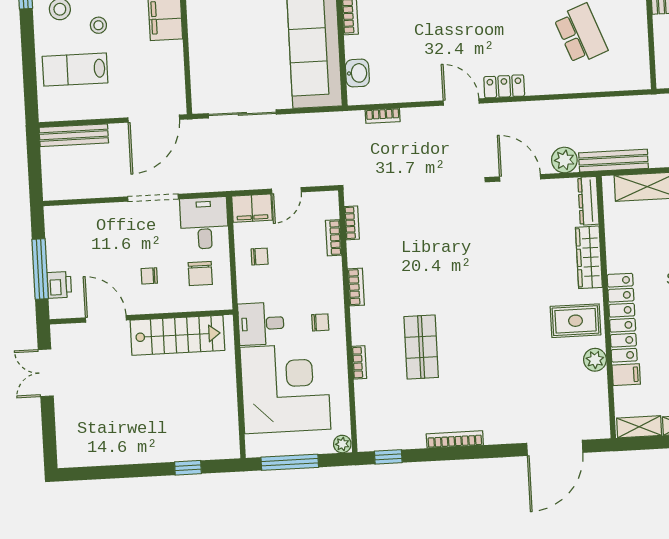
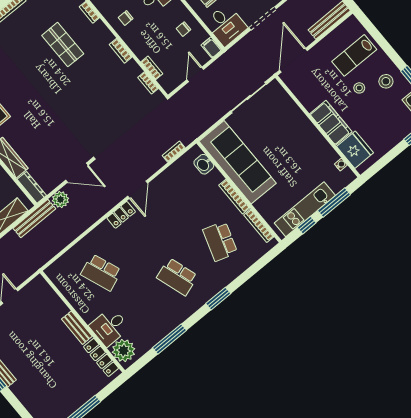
lab bench: (75, 70) -> (354, 55), turned 180
door: (461, 102) -> (138, 190), hinge flipped
filing cabinet: (252, 208) -> (211, 47), width x0.50

